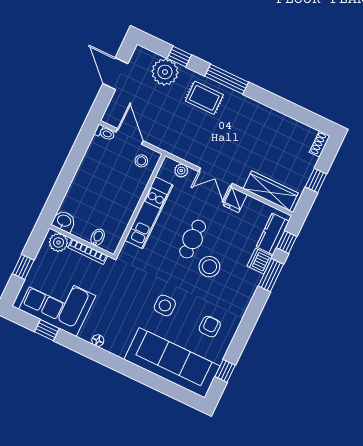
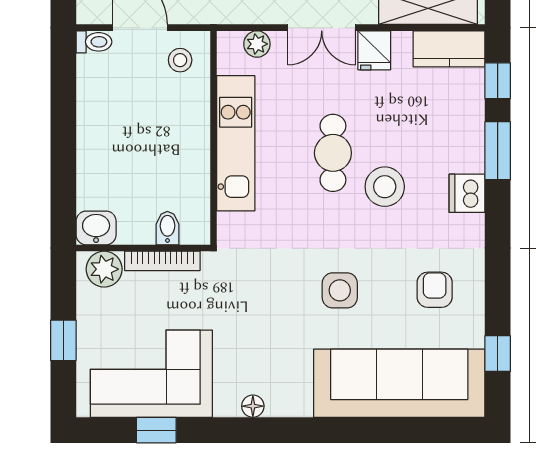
kitchen counter: (273, 234) -> (449, 49), moved, turned -90
dishwasher: (260, 261) -> (467, 193), moved

